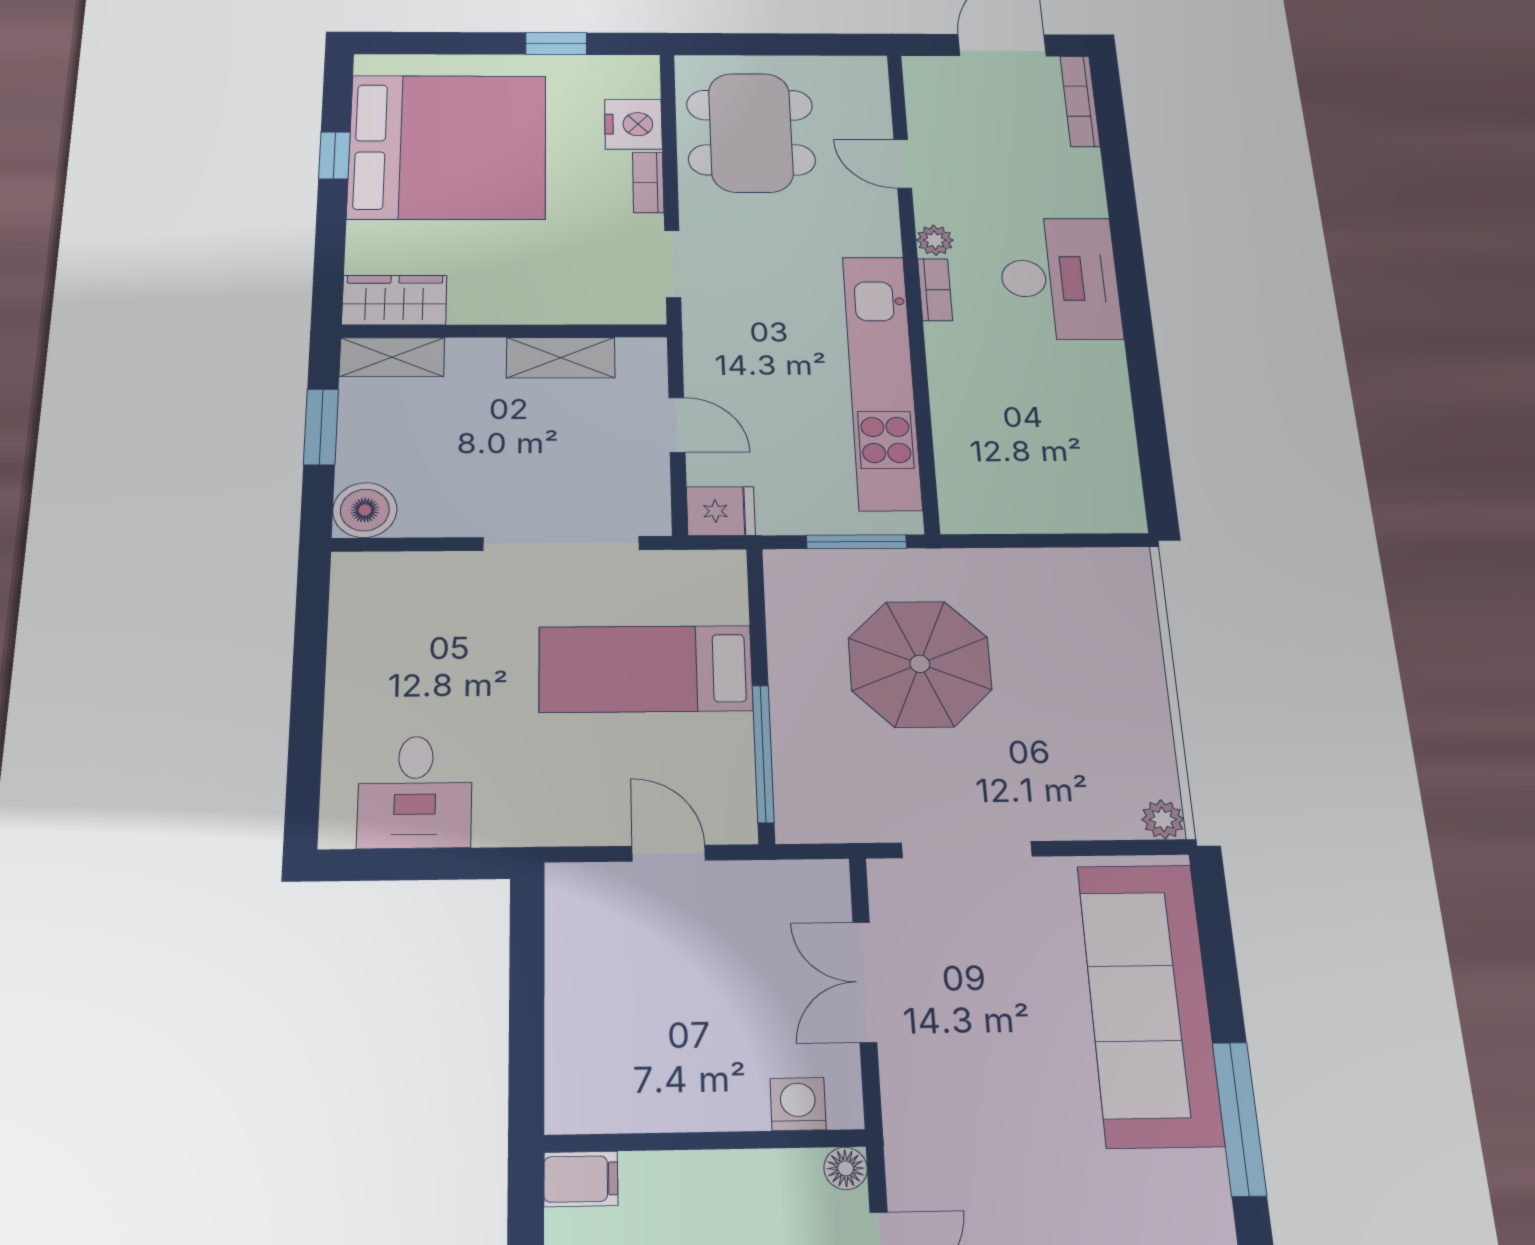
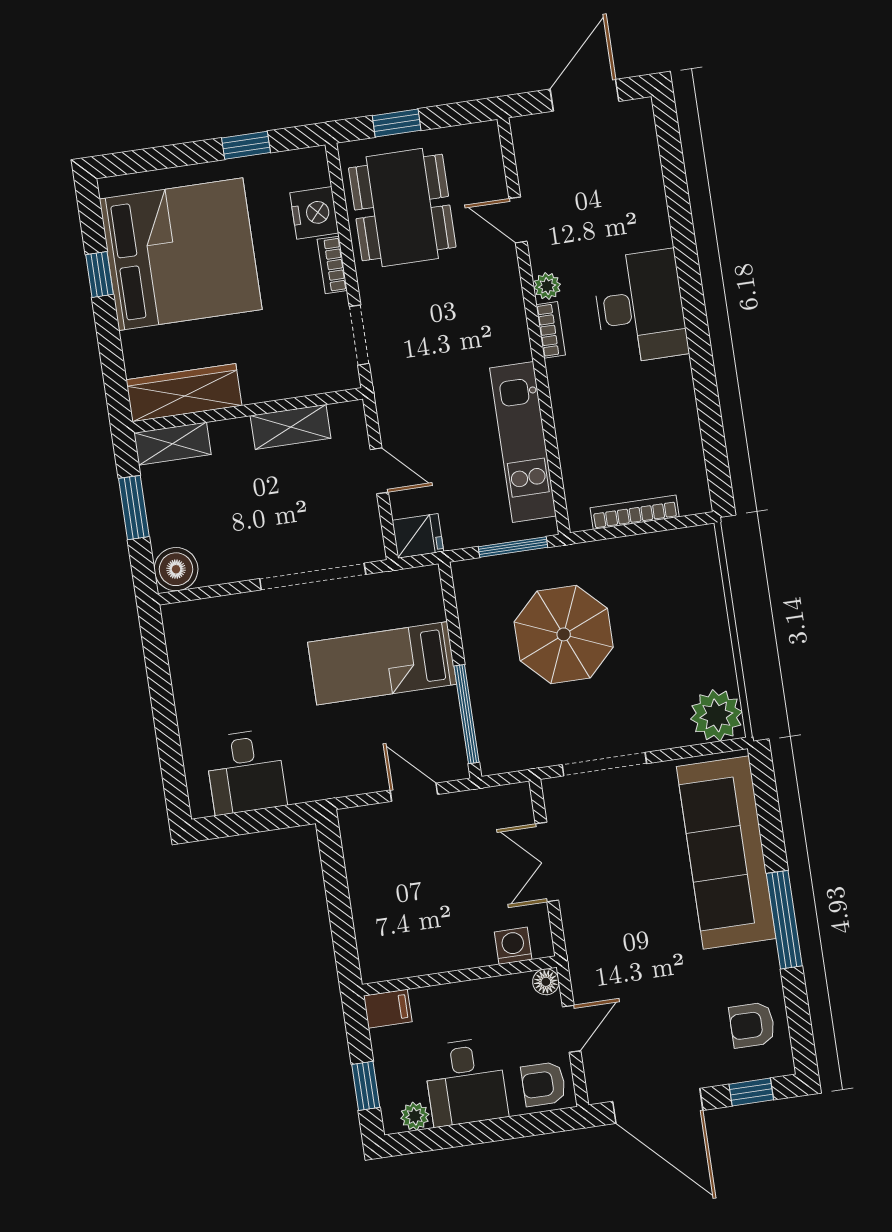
window: (755, 44) -> (397, 123), added
bookcase: (1080, 101) -> (635, 512), moved, turned 90
wardrobe: (394, 300) -> (184, 393), width x1.50
kitchen unit: (882, 381) -> (523, 442), width x0.73
plant: (1163, 819) -> (716, 715), width x1.88, depth x1.88

